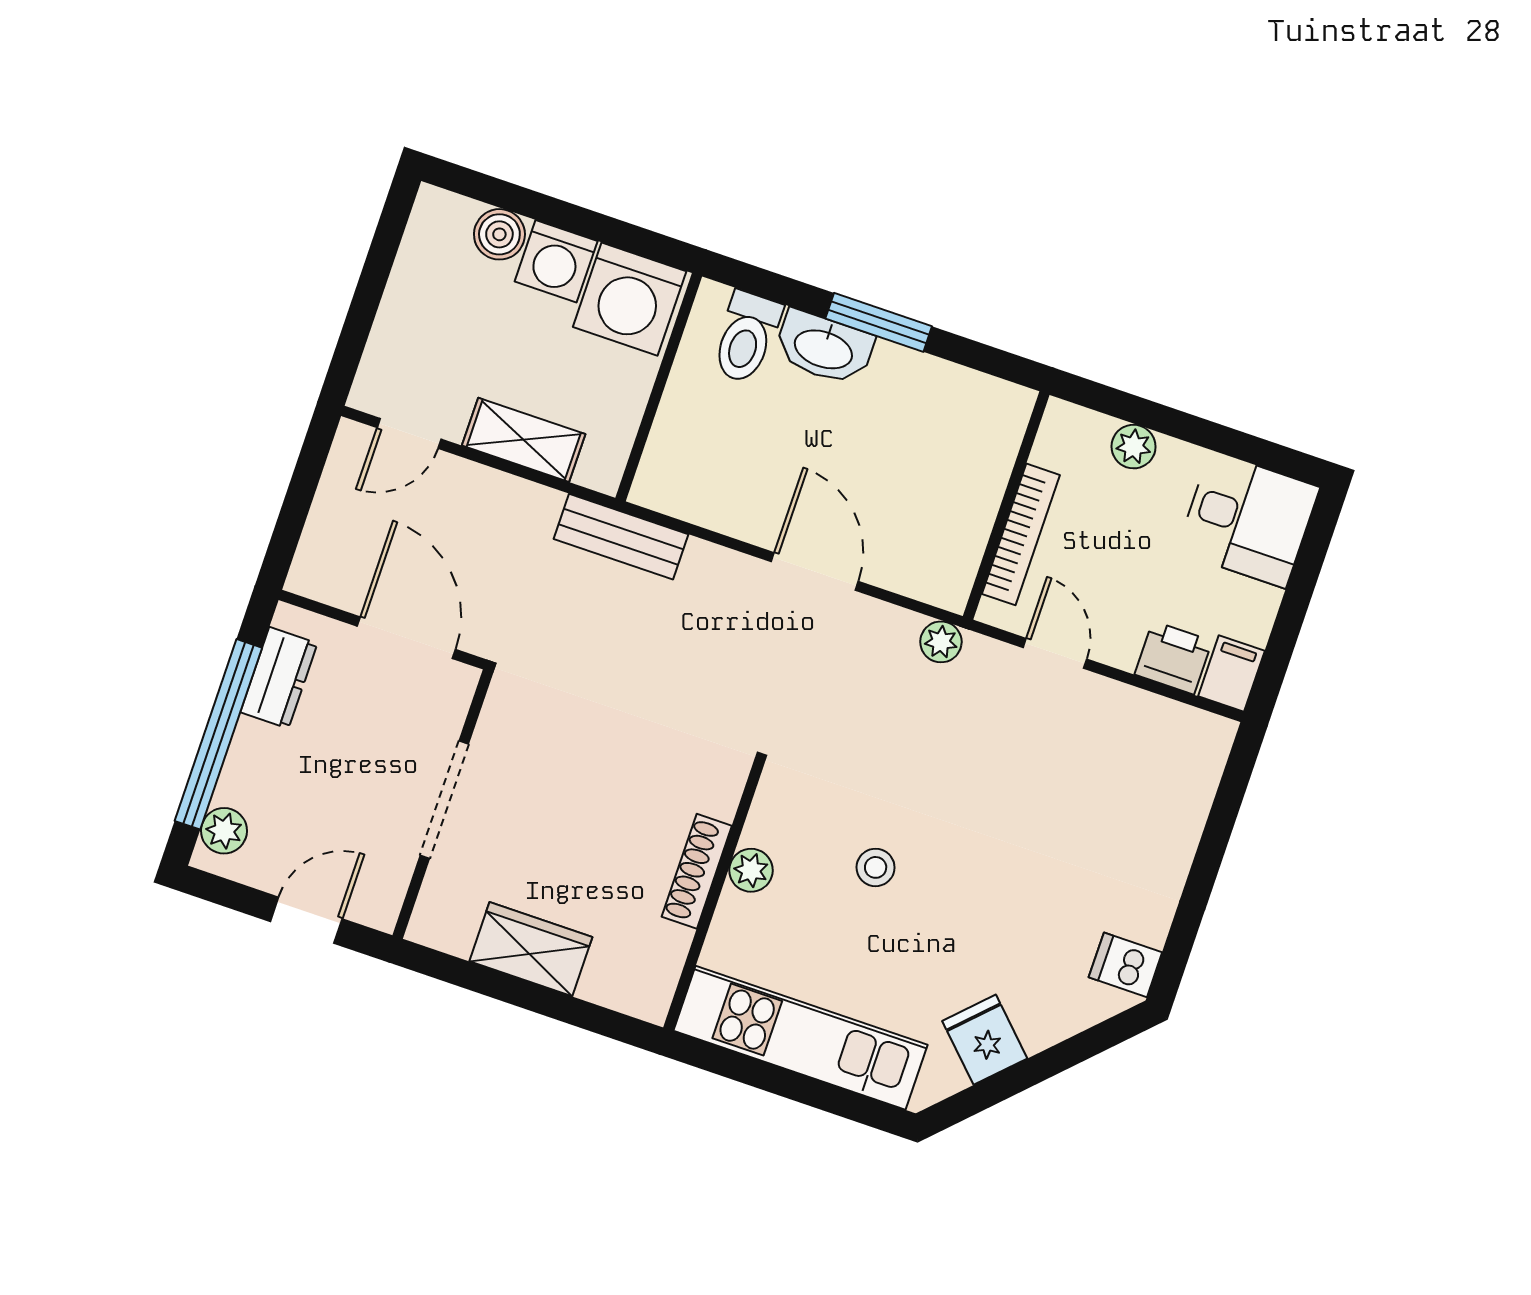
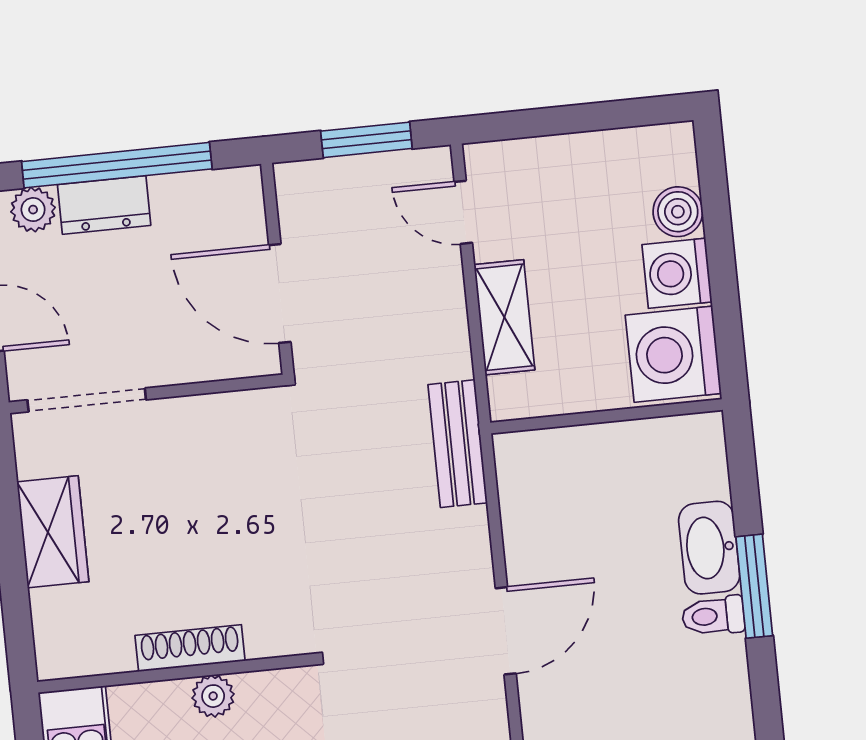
toilet: (746, 337) -> (713, 616), moved, width x0.73, depth x0.72
window: (301, 492) -> (366, 140), added
door: (406, 638) -> (280, 293), swing flipped
dresser: (279, 678) -> (104, 205), moved
doorway: (444, 800) -> (87, 400), moved

